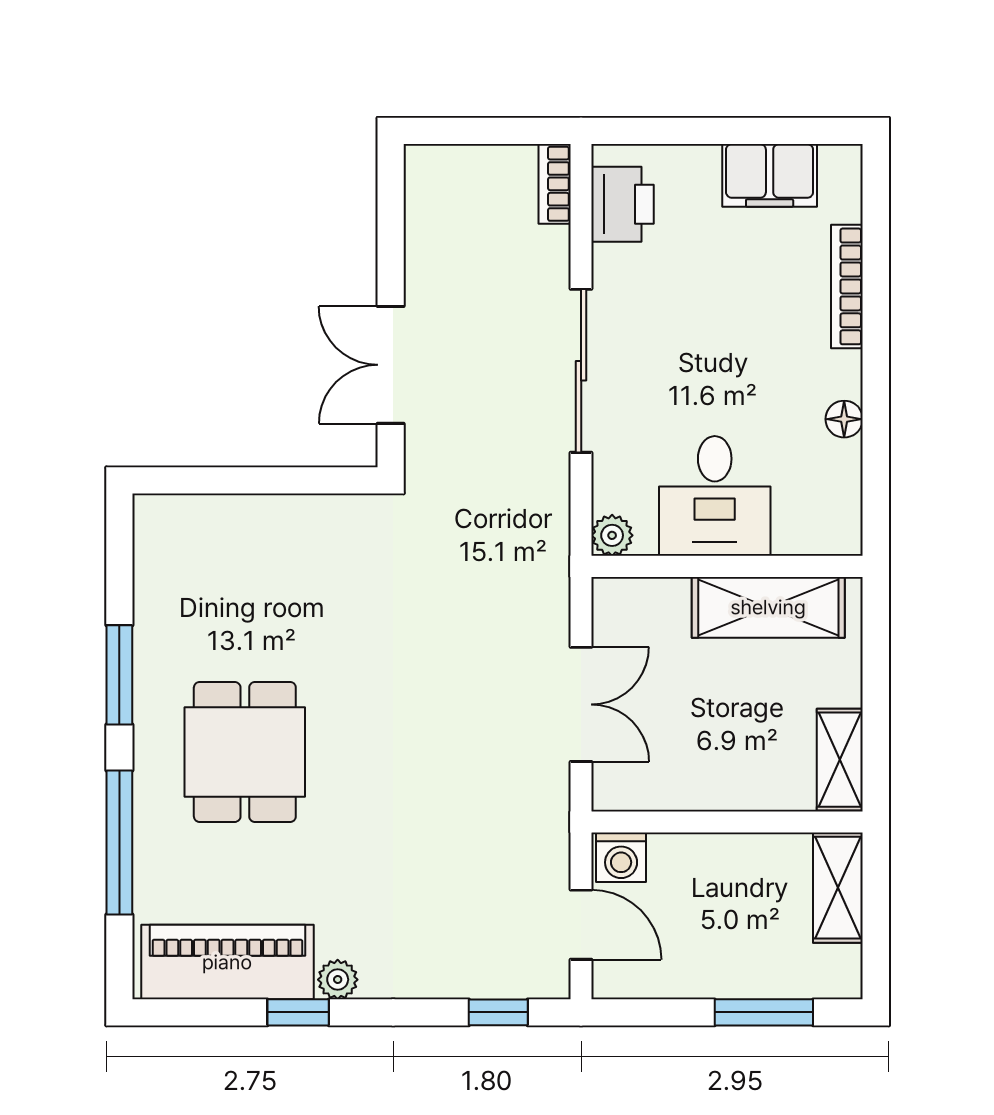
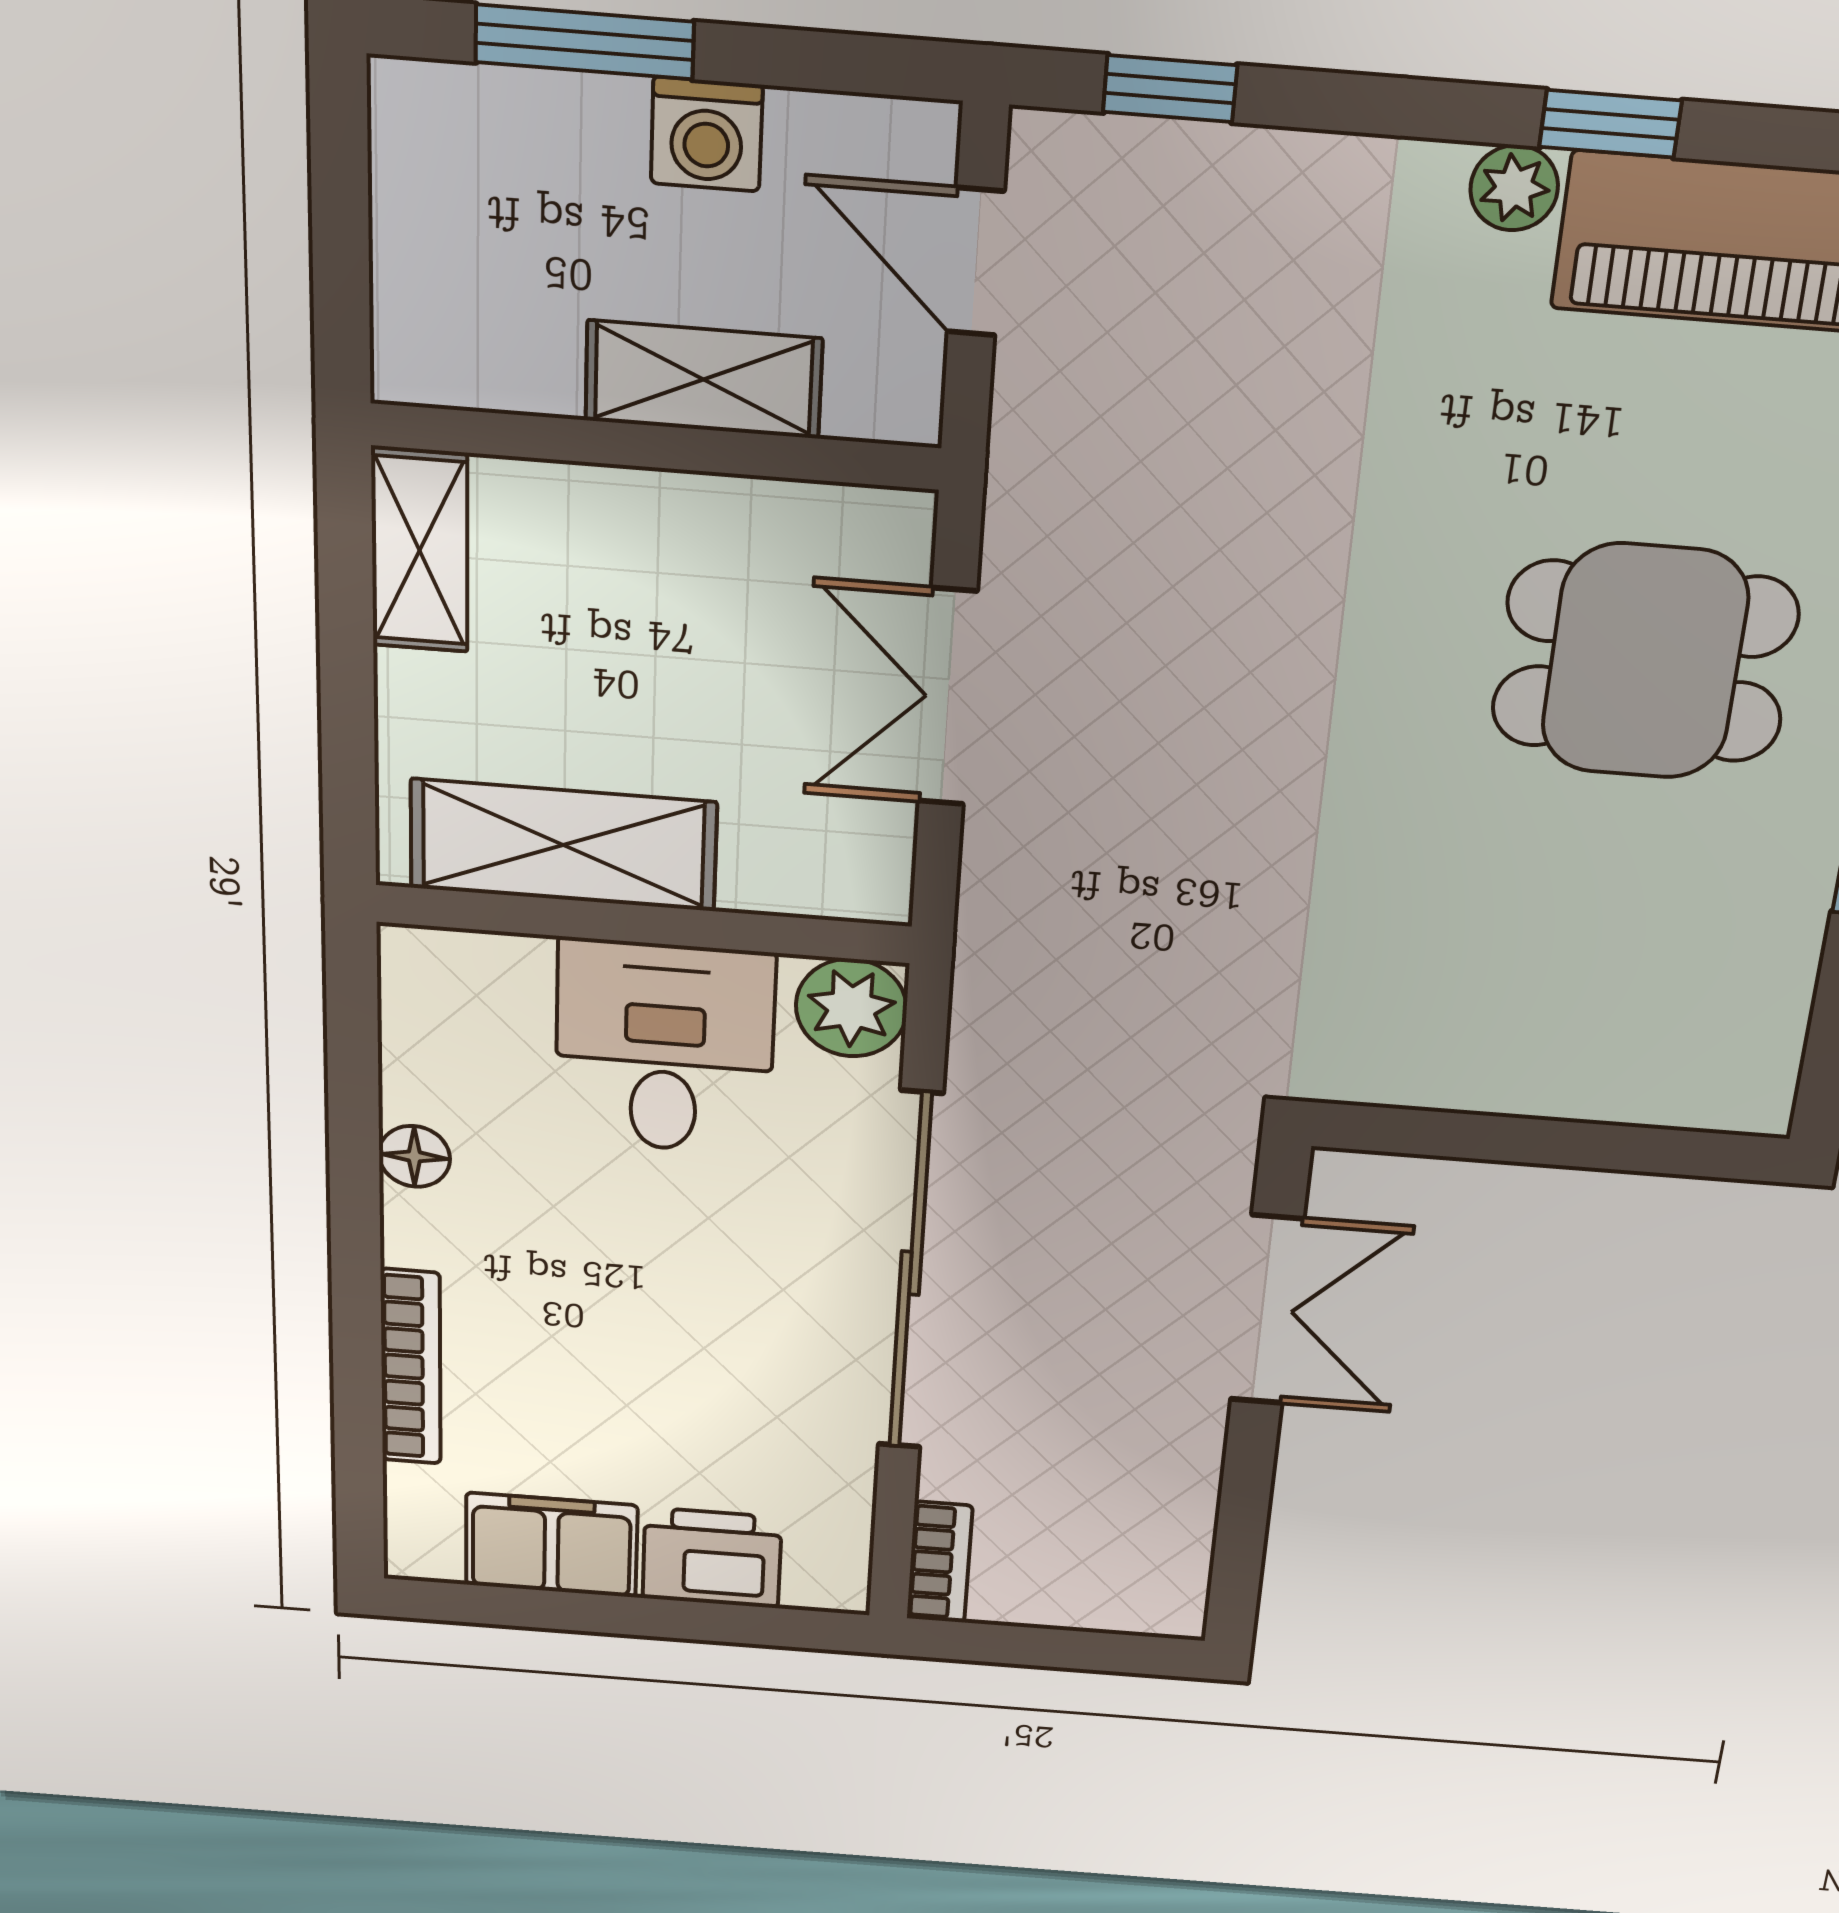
printer: (623, 204) -> (712, 1558), moved, turned 90
sliding door: (581, 371) -> (910, 1273), width x1.36
plant: (612, 535) -> (851, 1008), width x1.38, depth x1.38
dining table: (245, 752) -> (1645, 662), turned 90
washing machine: (621, 857) -> (707, 134), moved, turned 180
shelving: (838, 888) -> (704, 380), moved, turned 90

